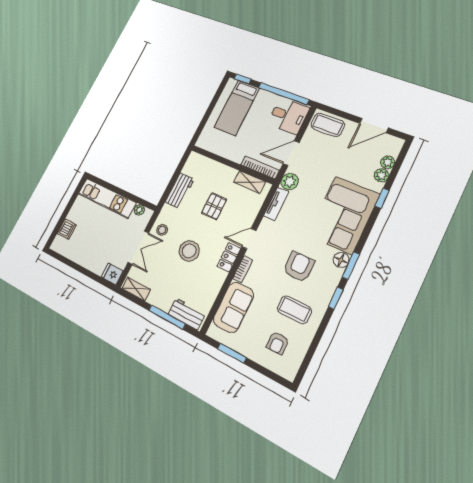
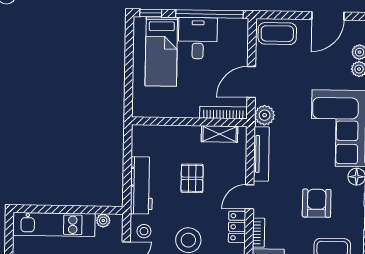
desk: (288, 116) -> (198, 38), moved, turned -90
workbench: (180, 191) -> (141, 185), width x1.38
tv unit: (276, 204) -> (261, 154), width x1.41

